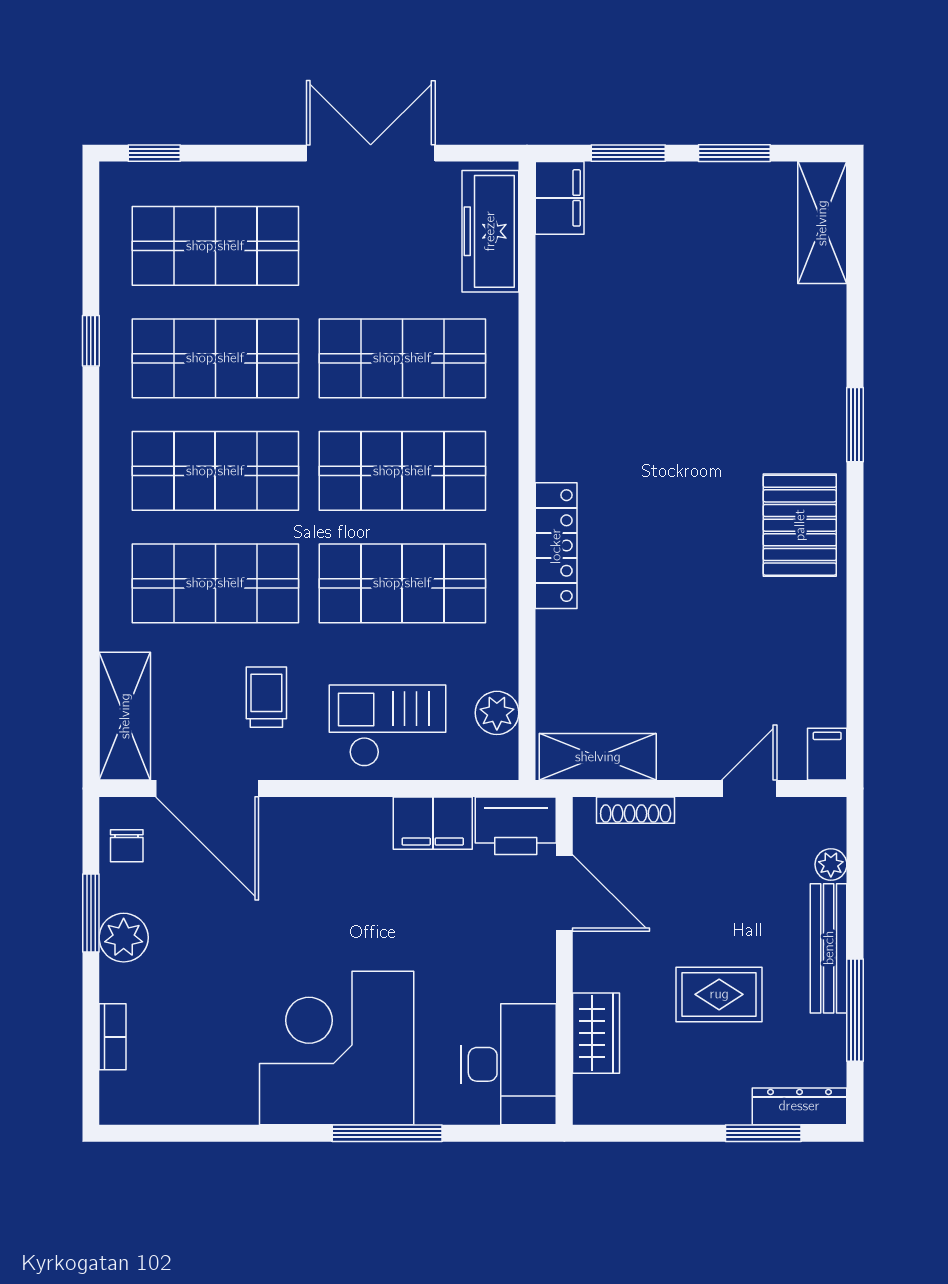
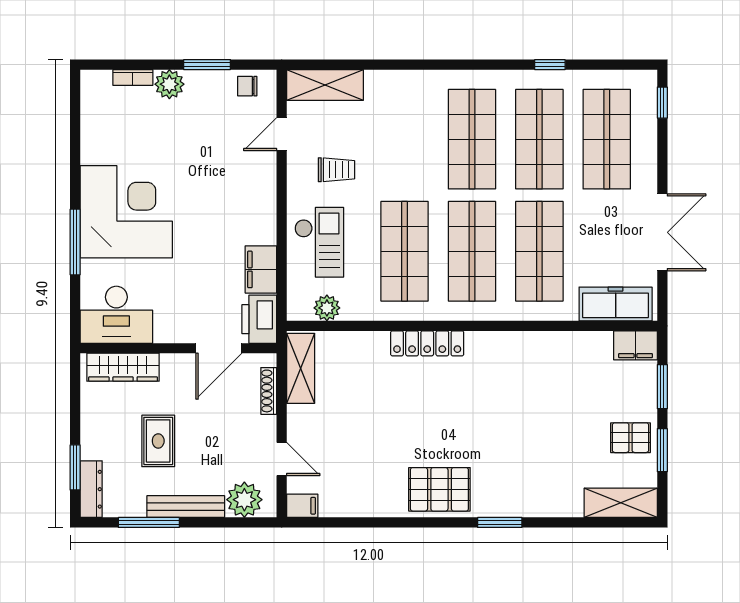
pallet: (714, 206) -> (631, 438), added
shop shelf: (215, 583) -> (405, 139), removed
door: (207, 789) -> (282, 134), width x0.53
plant: (831, 864) -> (244, 500), width x1.88, depth x1.88
plant: (124, 938) -> (169, 84), moved
wardrobe: (596, 1033) -> (123, 367), width x1.50

